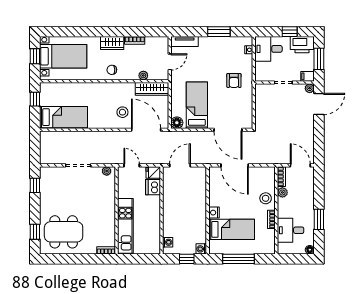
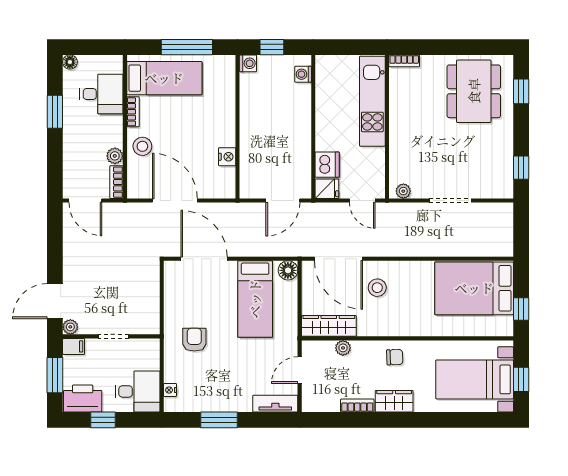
bed: (63, 117) -> (474, 288), width x1.50
door: (235, 165) -> (175, 200), moved
nightstand: (214, 213) -> (227, 157), moved
bed: (232, 229) -> (164, 78), moved, turned 180
dining table: (64, 232) -> (474, 91), turned 90

